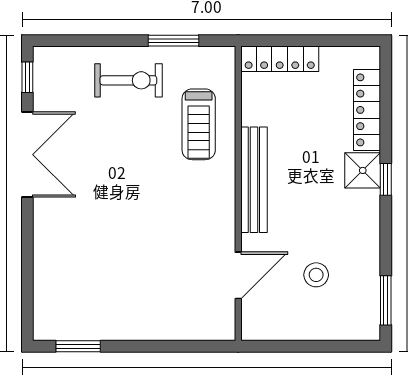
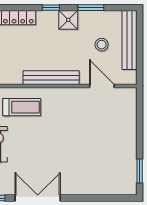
shower: (363, 170) -> (68, 20), moved
window: (386, 300) -> (91, 8), moved
bench: (325, 327) -> (129, 40), added

